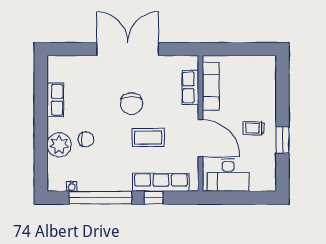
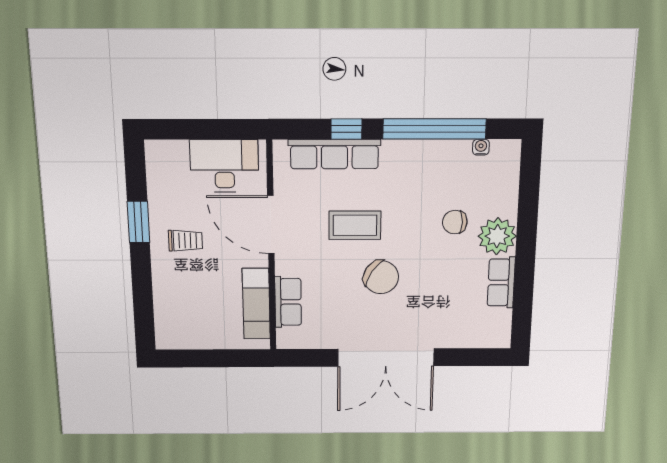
chair: (132, 104) -> (381, 277), turned 124
plant: (59, 145) -> (497, 236), moved

